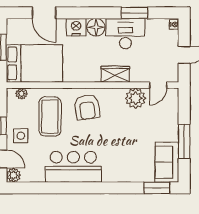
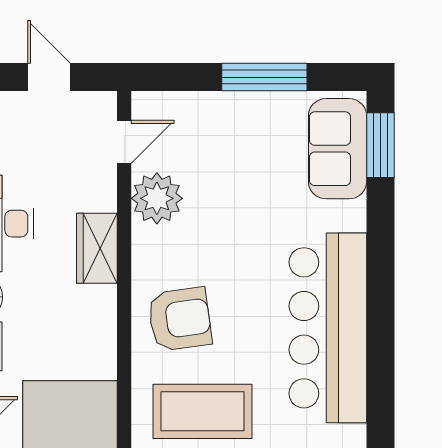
door: (158, 85) -> (124, 142), hinge flipped
sofa: (167, 162) -> (338, 149), moved, turned 90
bar counter: (73, 167) -> (328, 328), width x1.36

